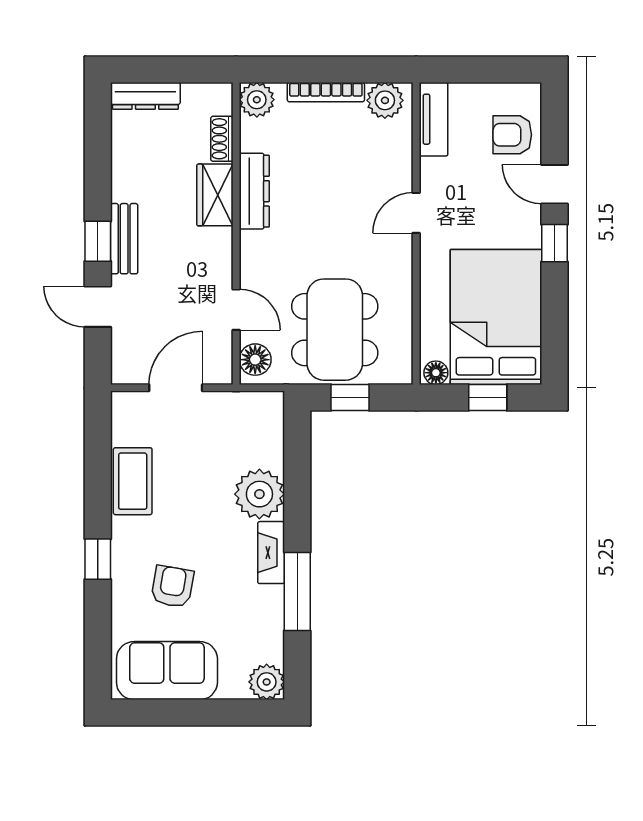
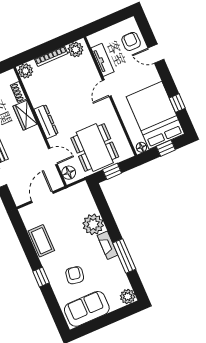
tv unit: (434, 119) -> (103, 60), moved
armchair: (512, 135) -> (131, 41), turned 90
dresser: (254, 191) -> (46, 122), moved
window: (554, 243) -> (177, 103), moved

